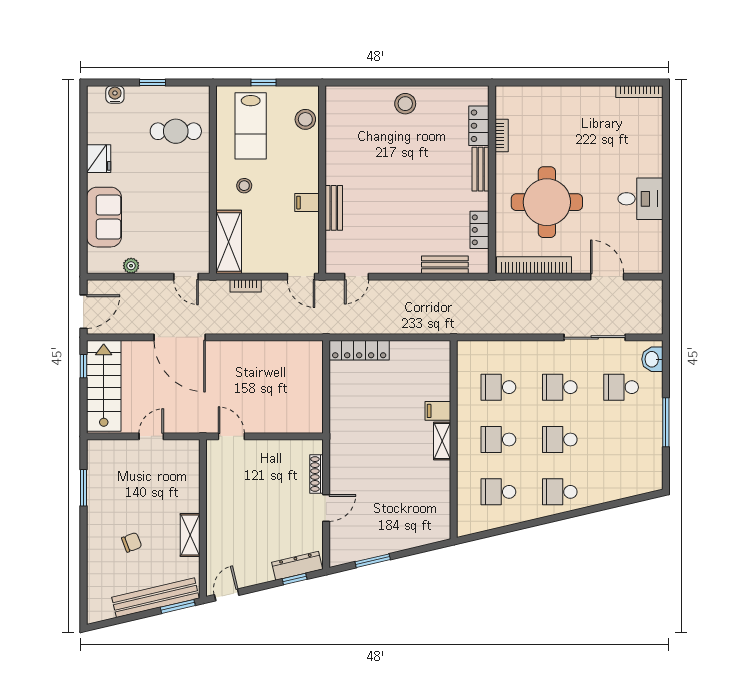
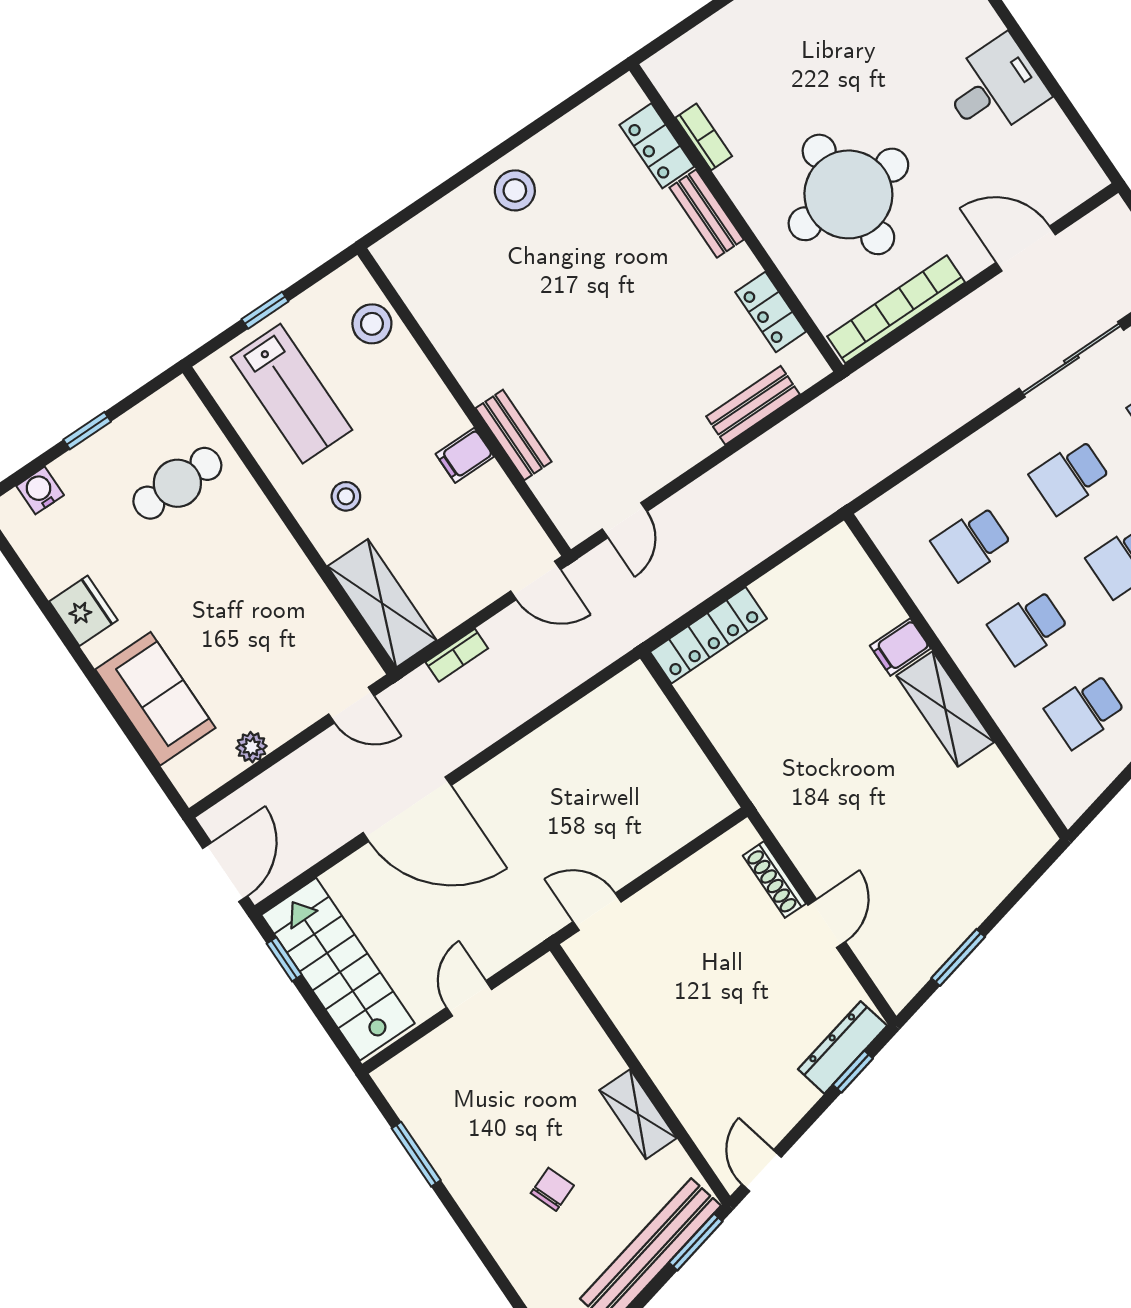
shelving: (442, 441) -> (945, 709), width x1.50, depth x1.33

